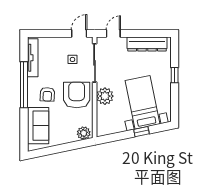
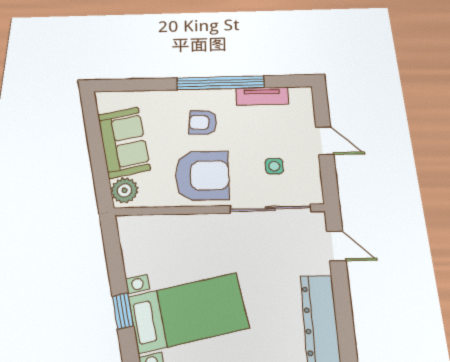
door: (79, 33) -> (325, 141), moved
tv unit: (33, 58) -> (262, 96), width x0.71
plant: (105, 96) -> (201, 231), removed
sofa: (38, 126) -> (124, 142), moved, turned -102

